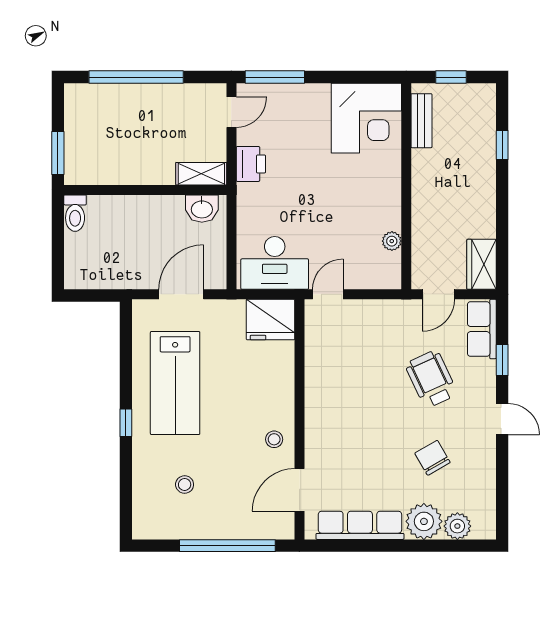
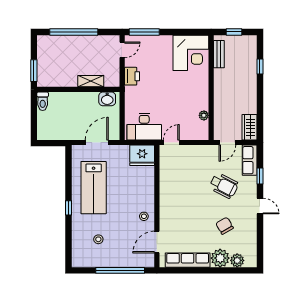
shelving: (201, 174) -> (91, 81), moved
wheelchair: (431, 379) -> (224, 186), turned 142

